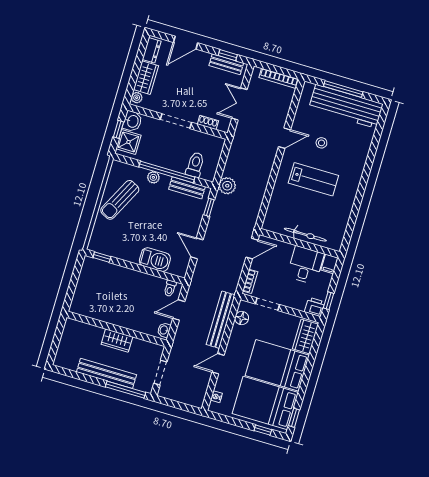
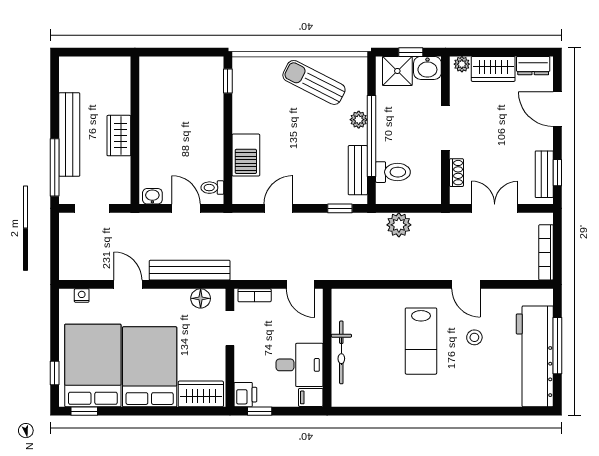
plant: (227, 186) -> (399, 225), moved

